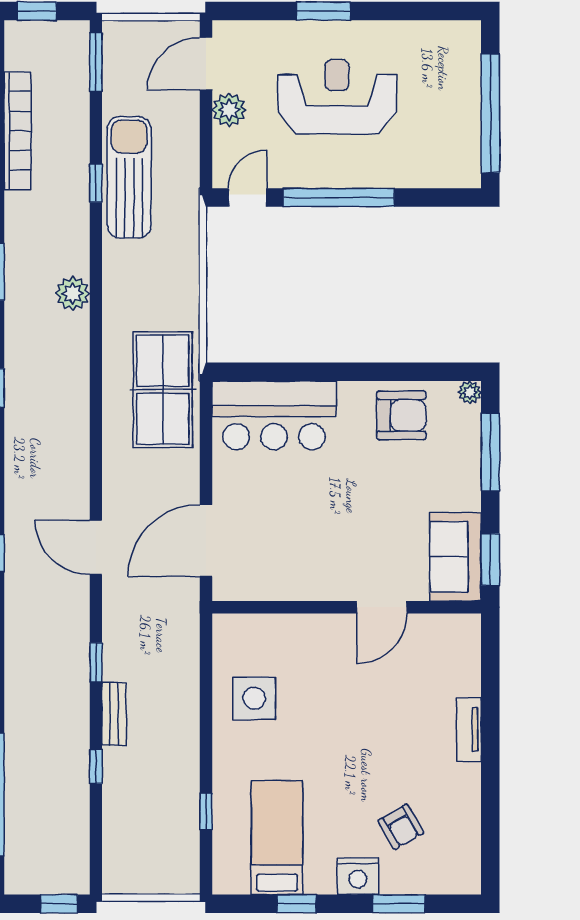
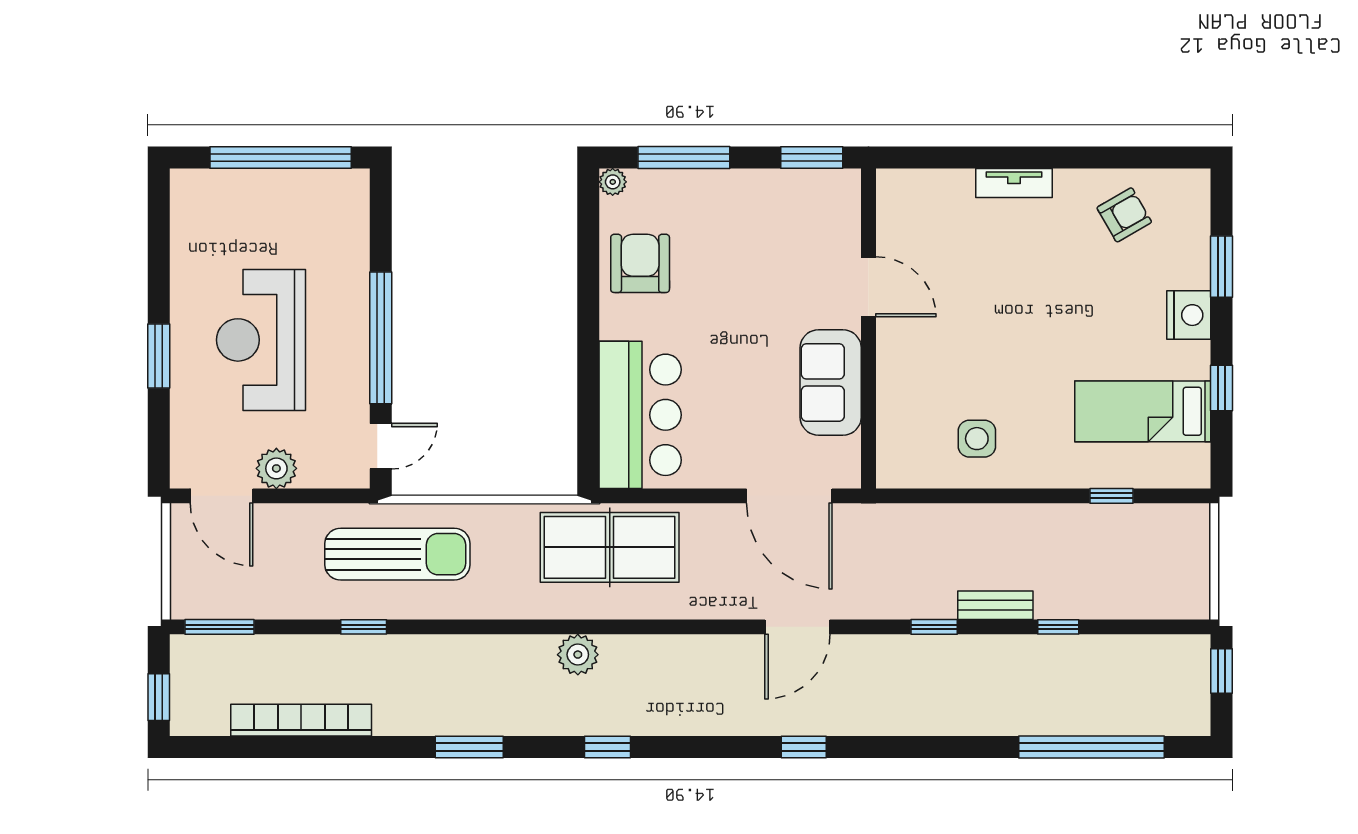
sun lounger: (129, 177) -> (397, 554), moved, turned 180
door: (248, 197) -> (381, 446), swing flipped
plant: (73, 293) -> (578, 655), moved
sofa: (456, 557) -> (831, 382), moved, turned 90
side table: (254, 698) -> (977, 439), width x0.73, depth x0.73
armchair: (401, 827) -> (1124, 215), moved

